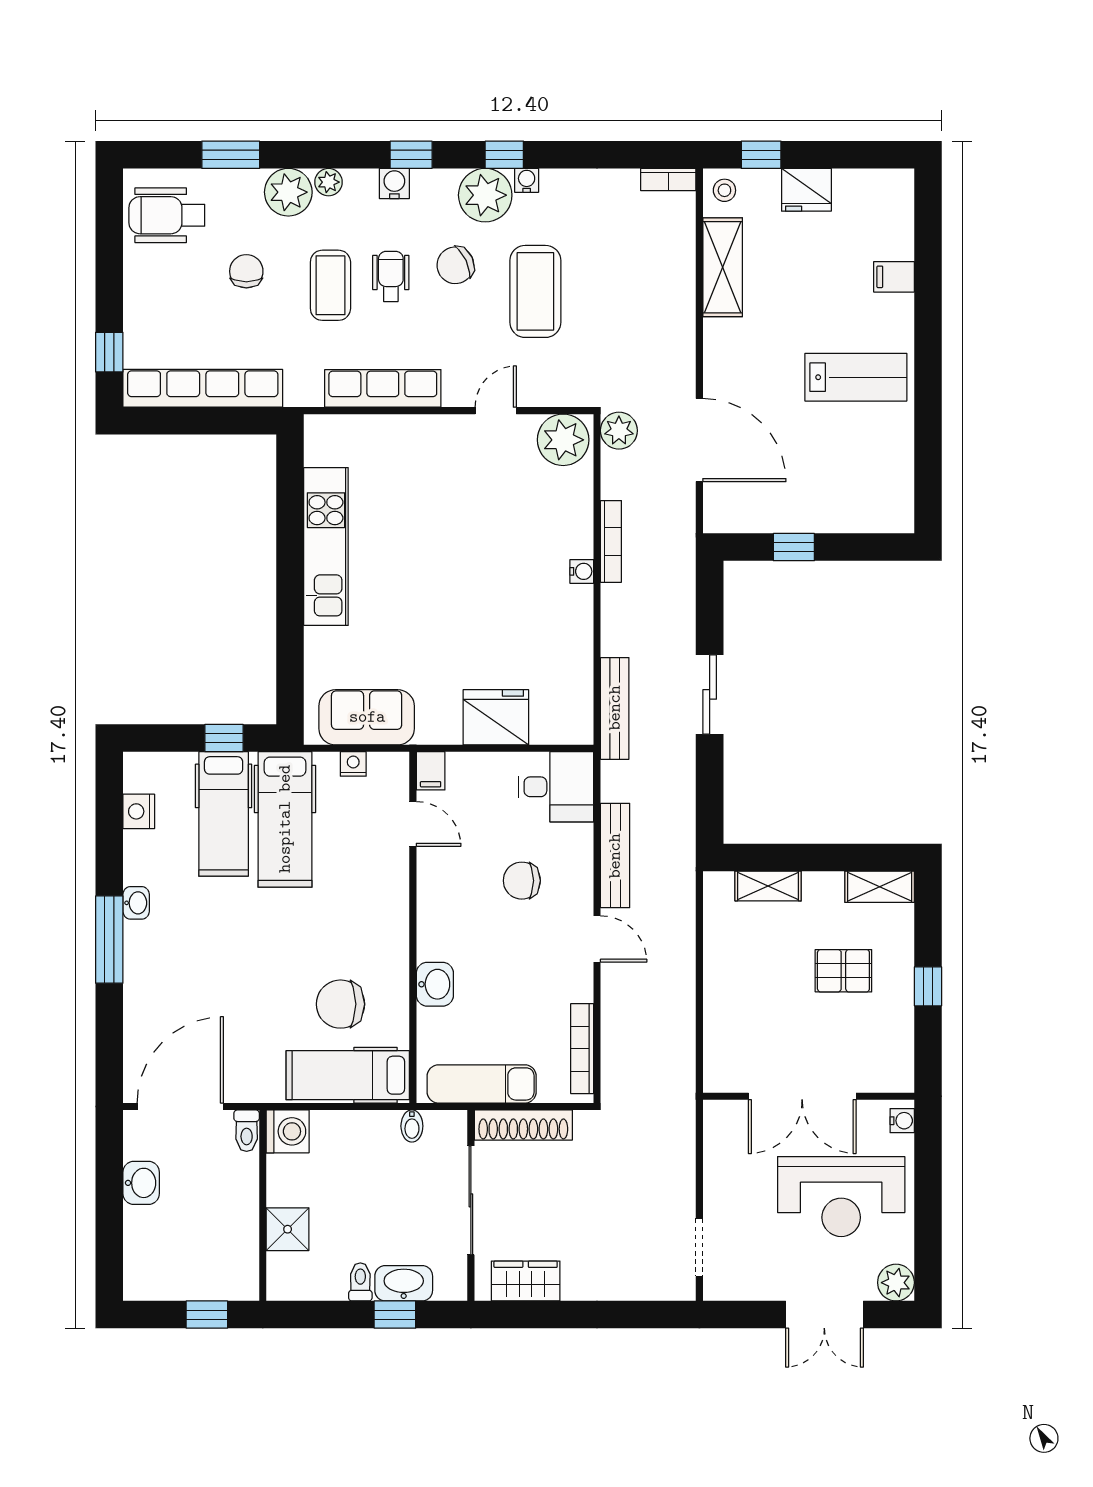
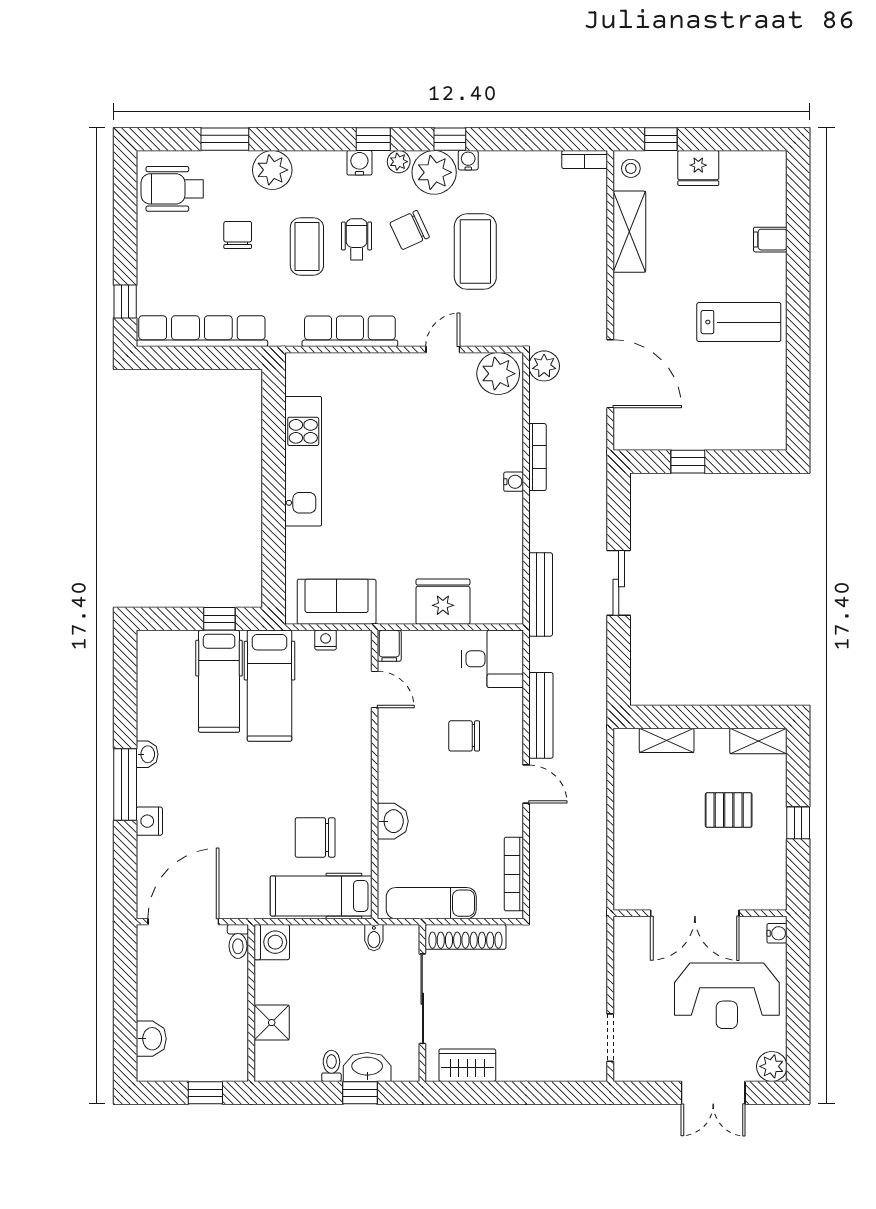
plant: (329, 182) -> (399, 162), moved
nightstand: (139, 811) -> (149, 821), moved
washbasin: (141, 1183) -> (151, 1039), moved

